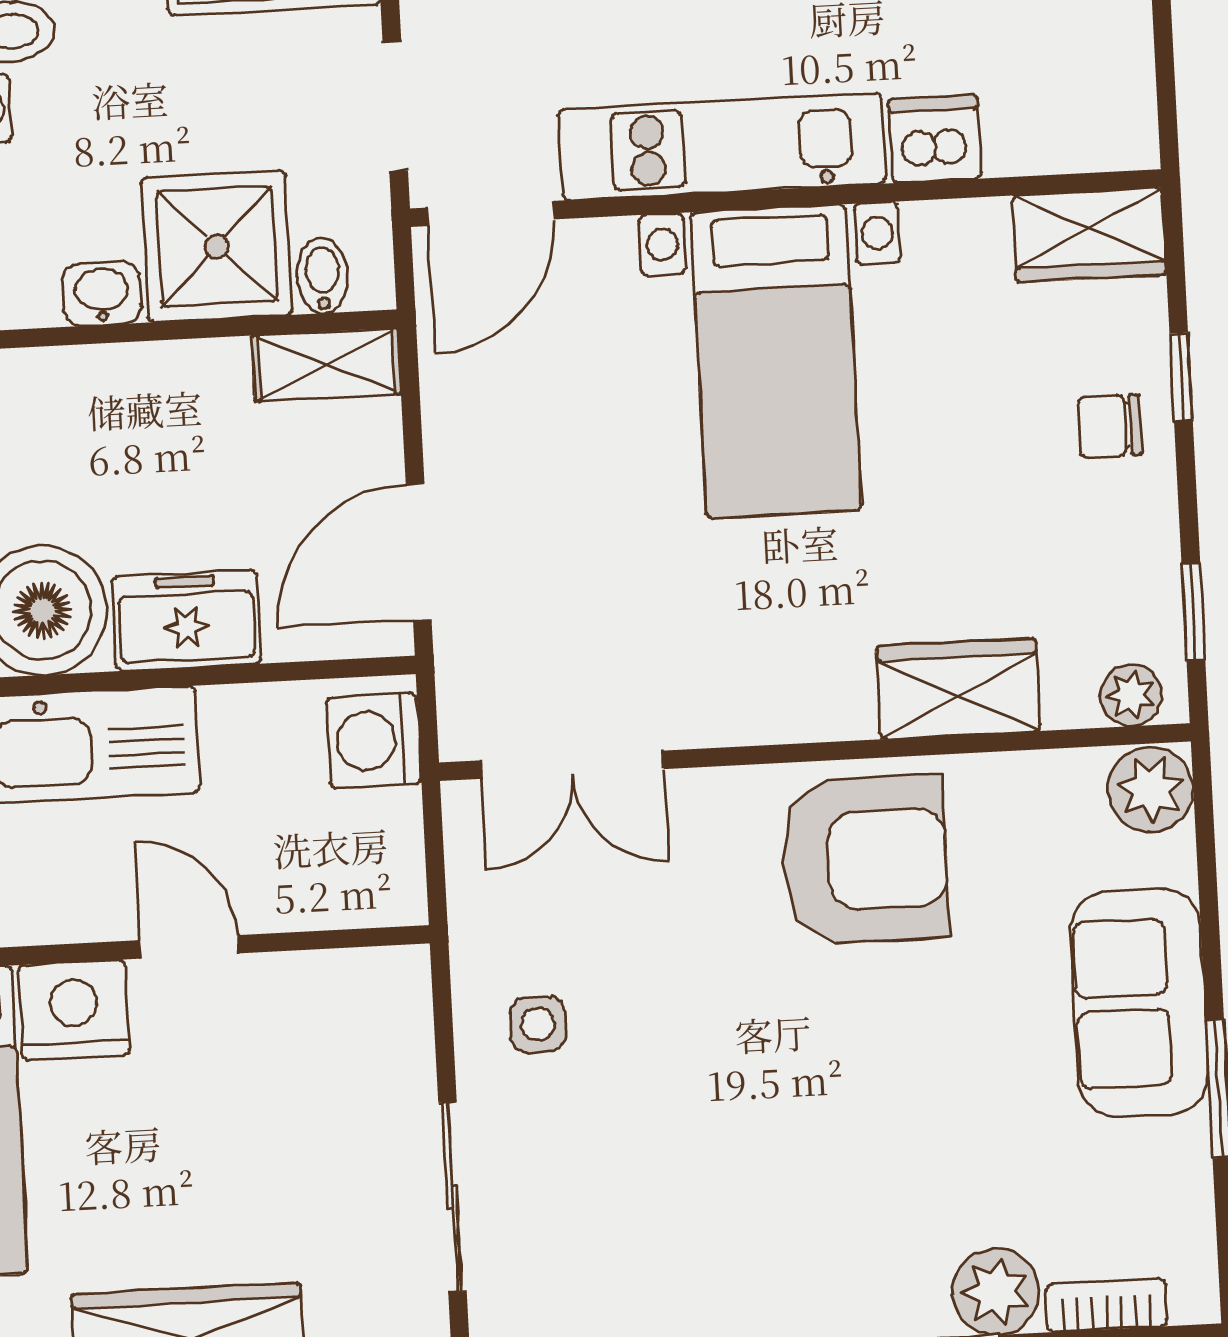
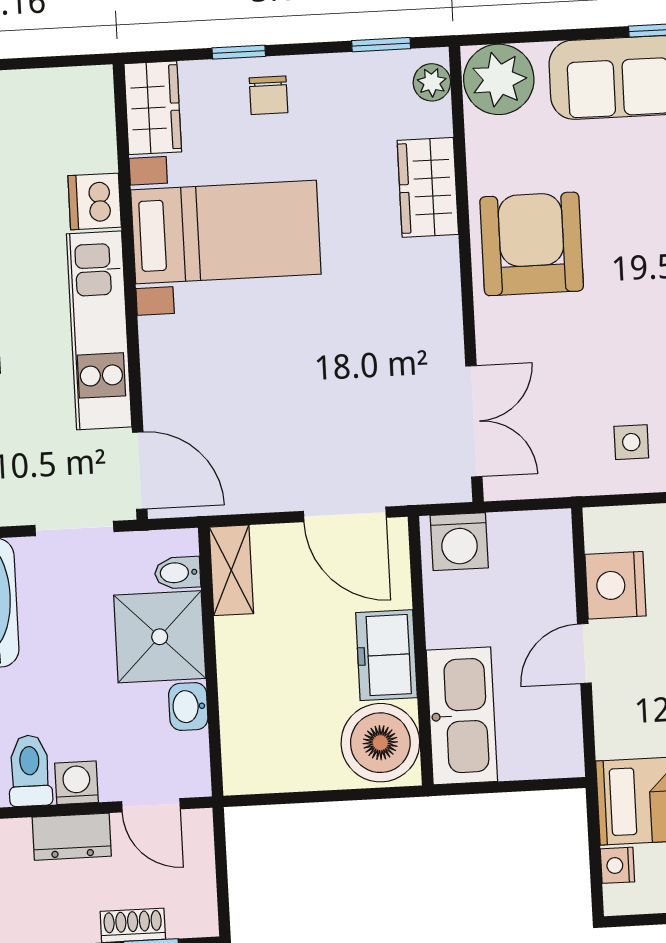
bed with nightstands: (776, 361) -> (226, 232), moved
plant: (1151, 789) -> (499, 79), width x1.36, depth x1.36
nightstand: (74, 1010) -> (615, 585), moved

